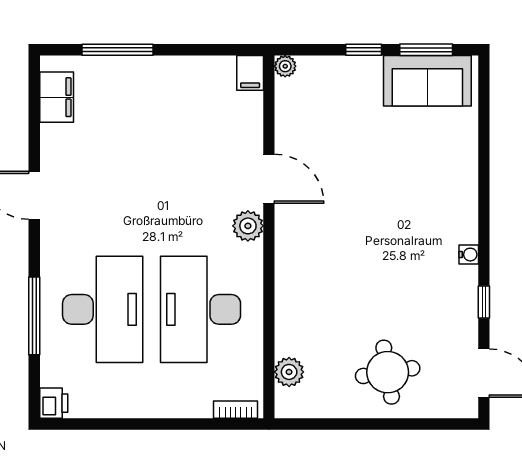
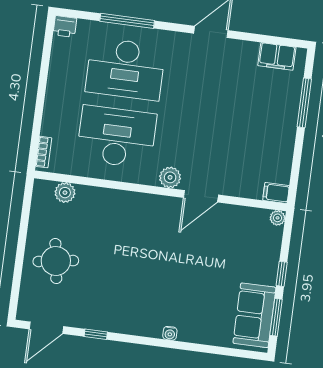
water cooler: (469, 255) -> (170, 333), moved

